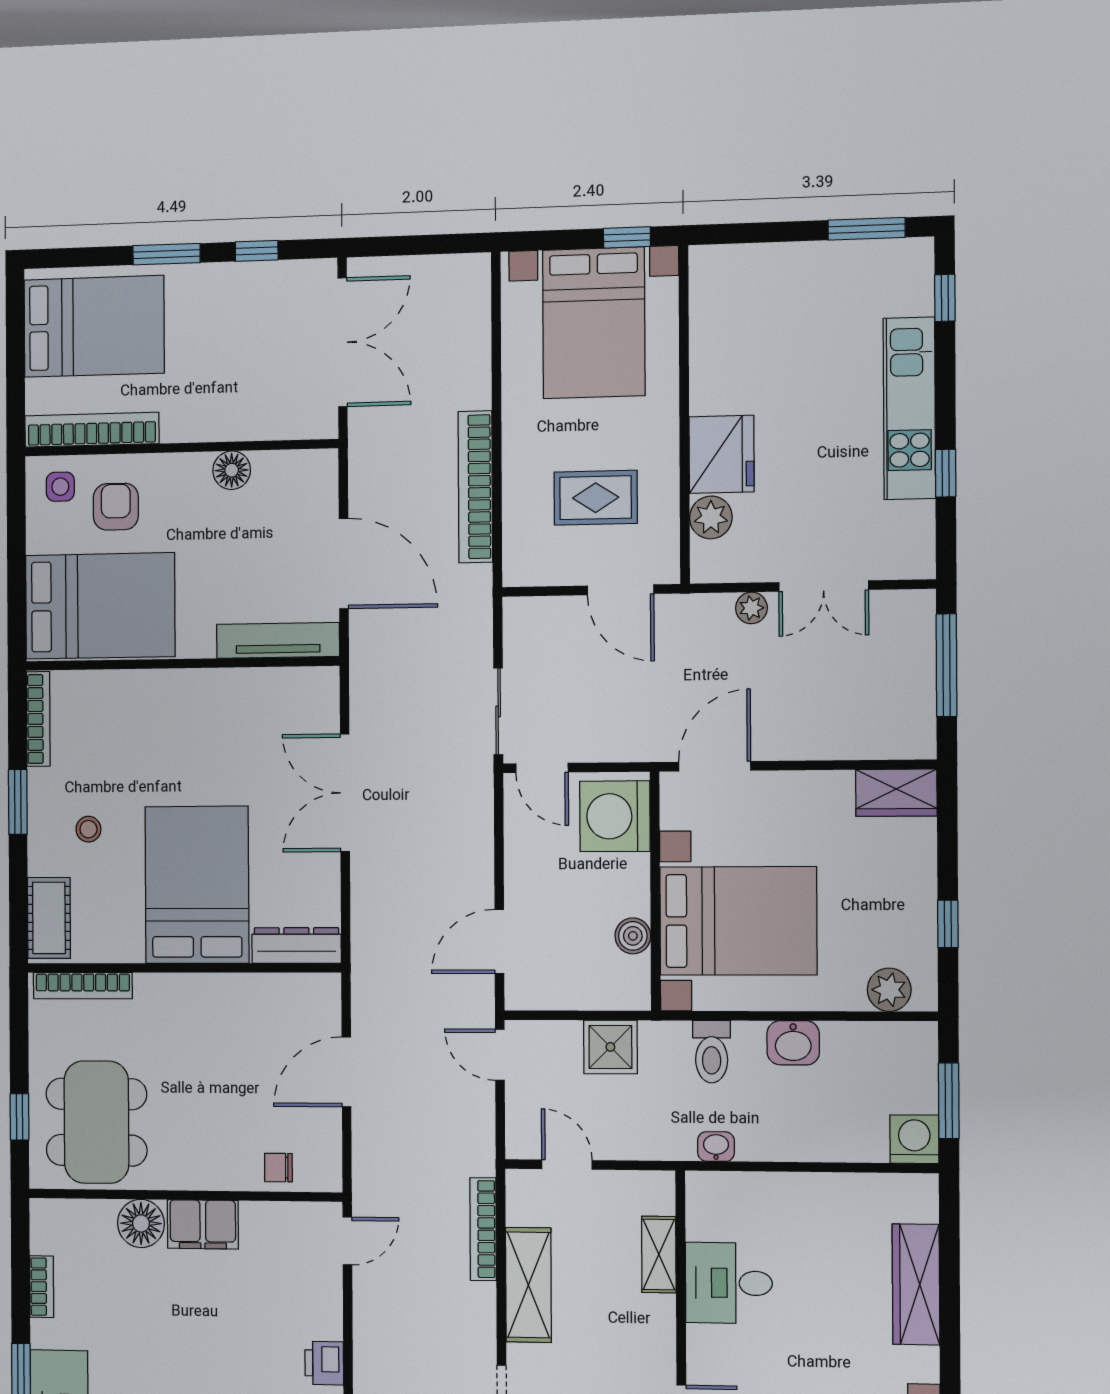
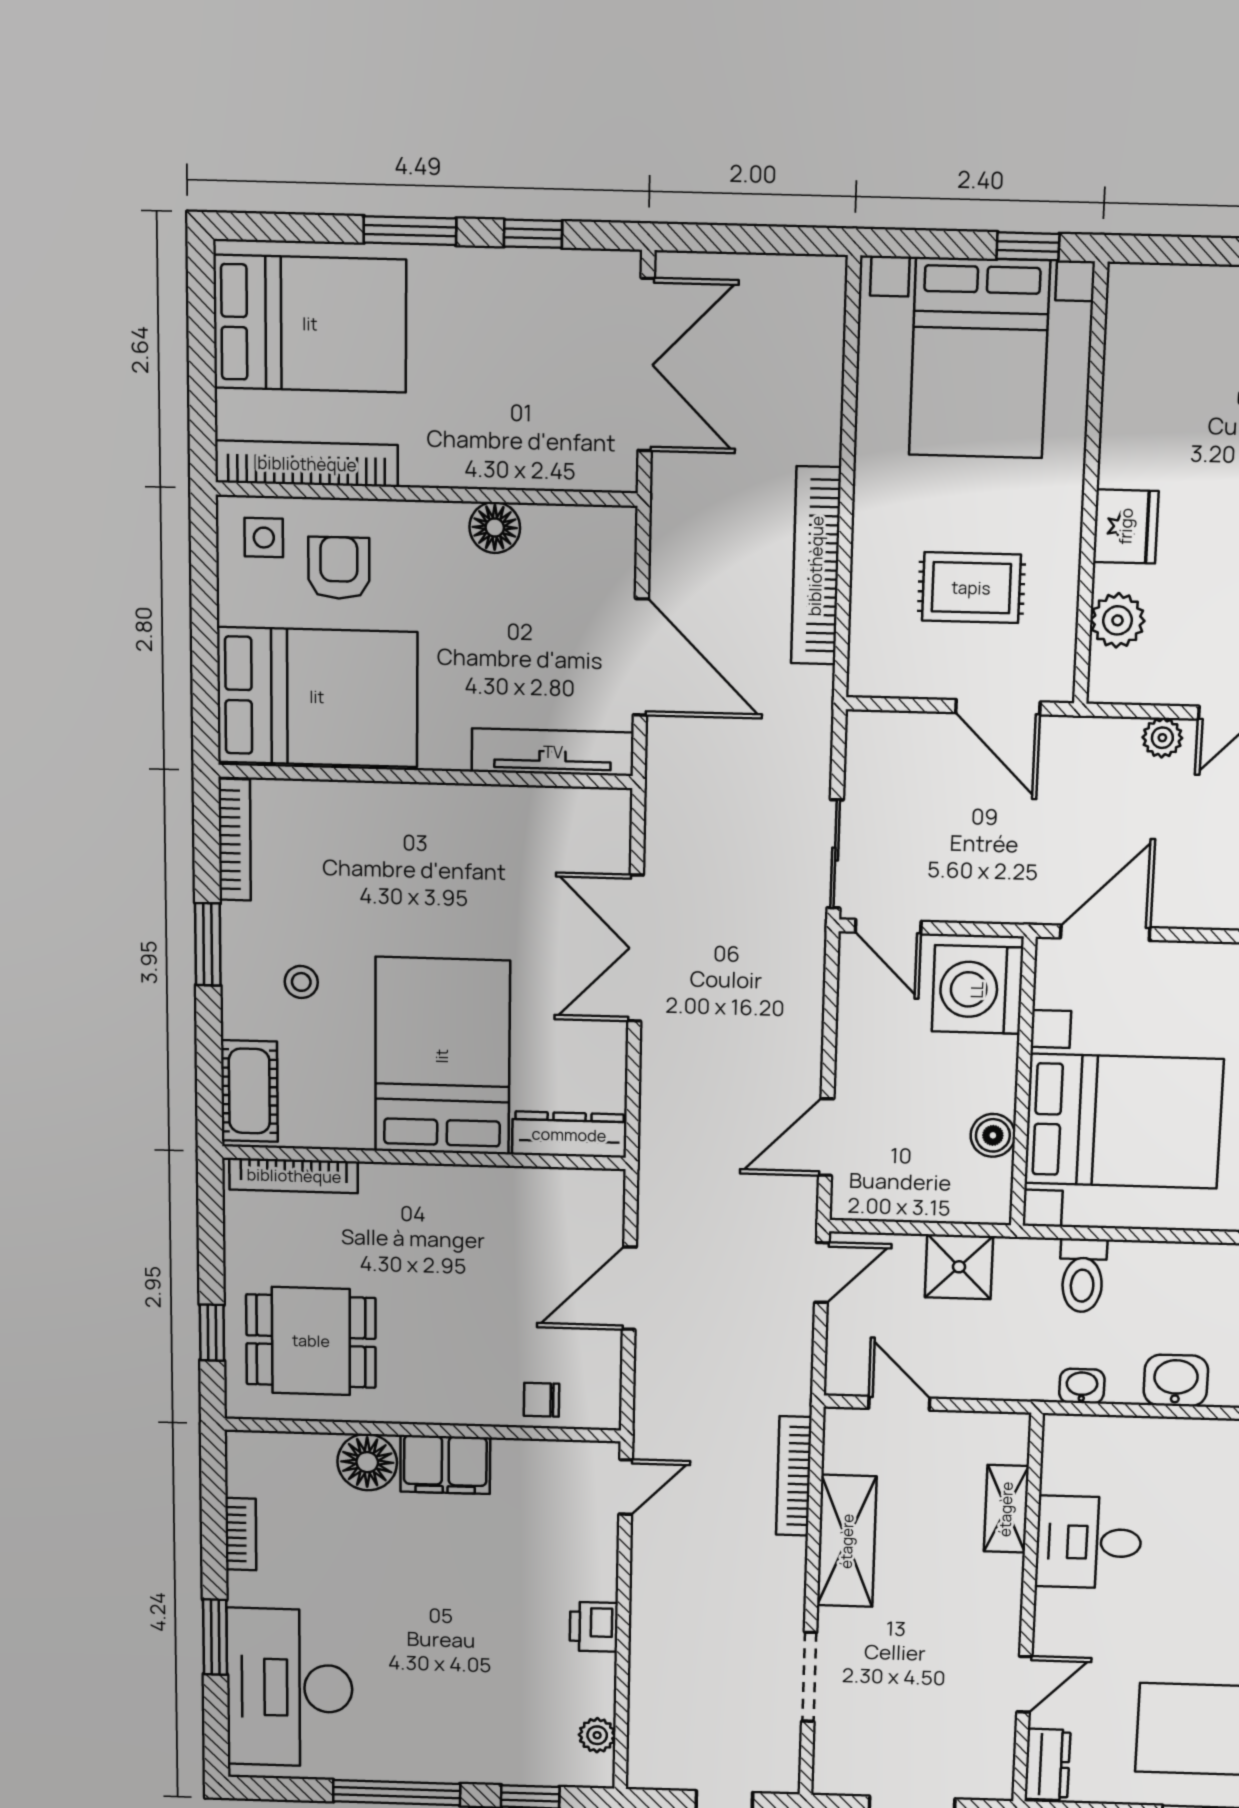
fridge: (722, 454) -> (1126, 526), width x0.73, depth x0.75
washbasin: (793, 1043) -> (1176, 1380), moved, turned 180
door: (500, 1055) -> (822, 1273), swing flipped
dining table: (96, 1122) -> (311, 1341), width x0.73

